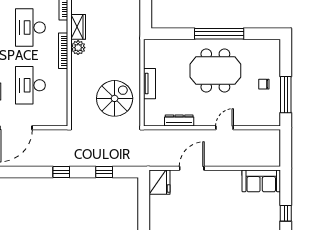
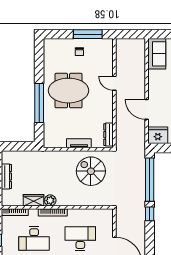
window: (219, 34) -> (39, 103), moved
meeting table: (215, 71) -> (68, 91), turned 90
desk: (30, 85) -> (80, 239), turned 180
dresser: (179, 120) -> (108, 135), moved
window: (104, 172) -> (150, 180), width x3.17

